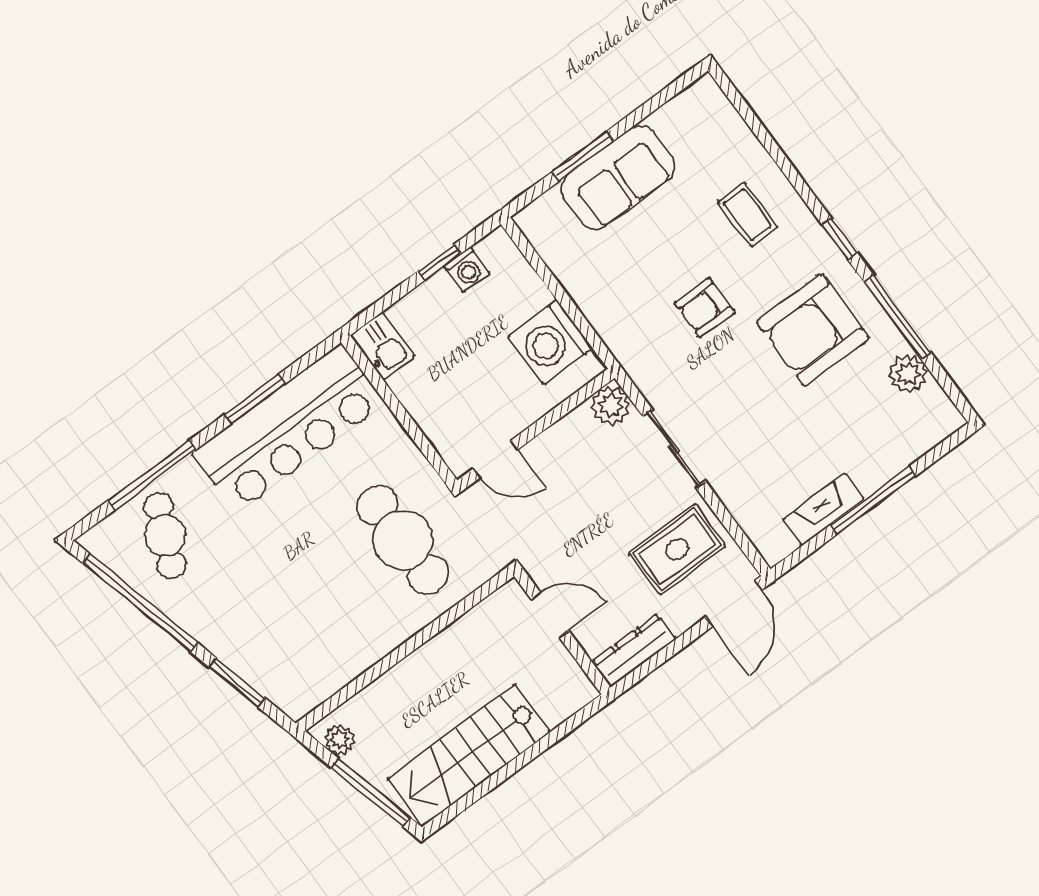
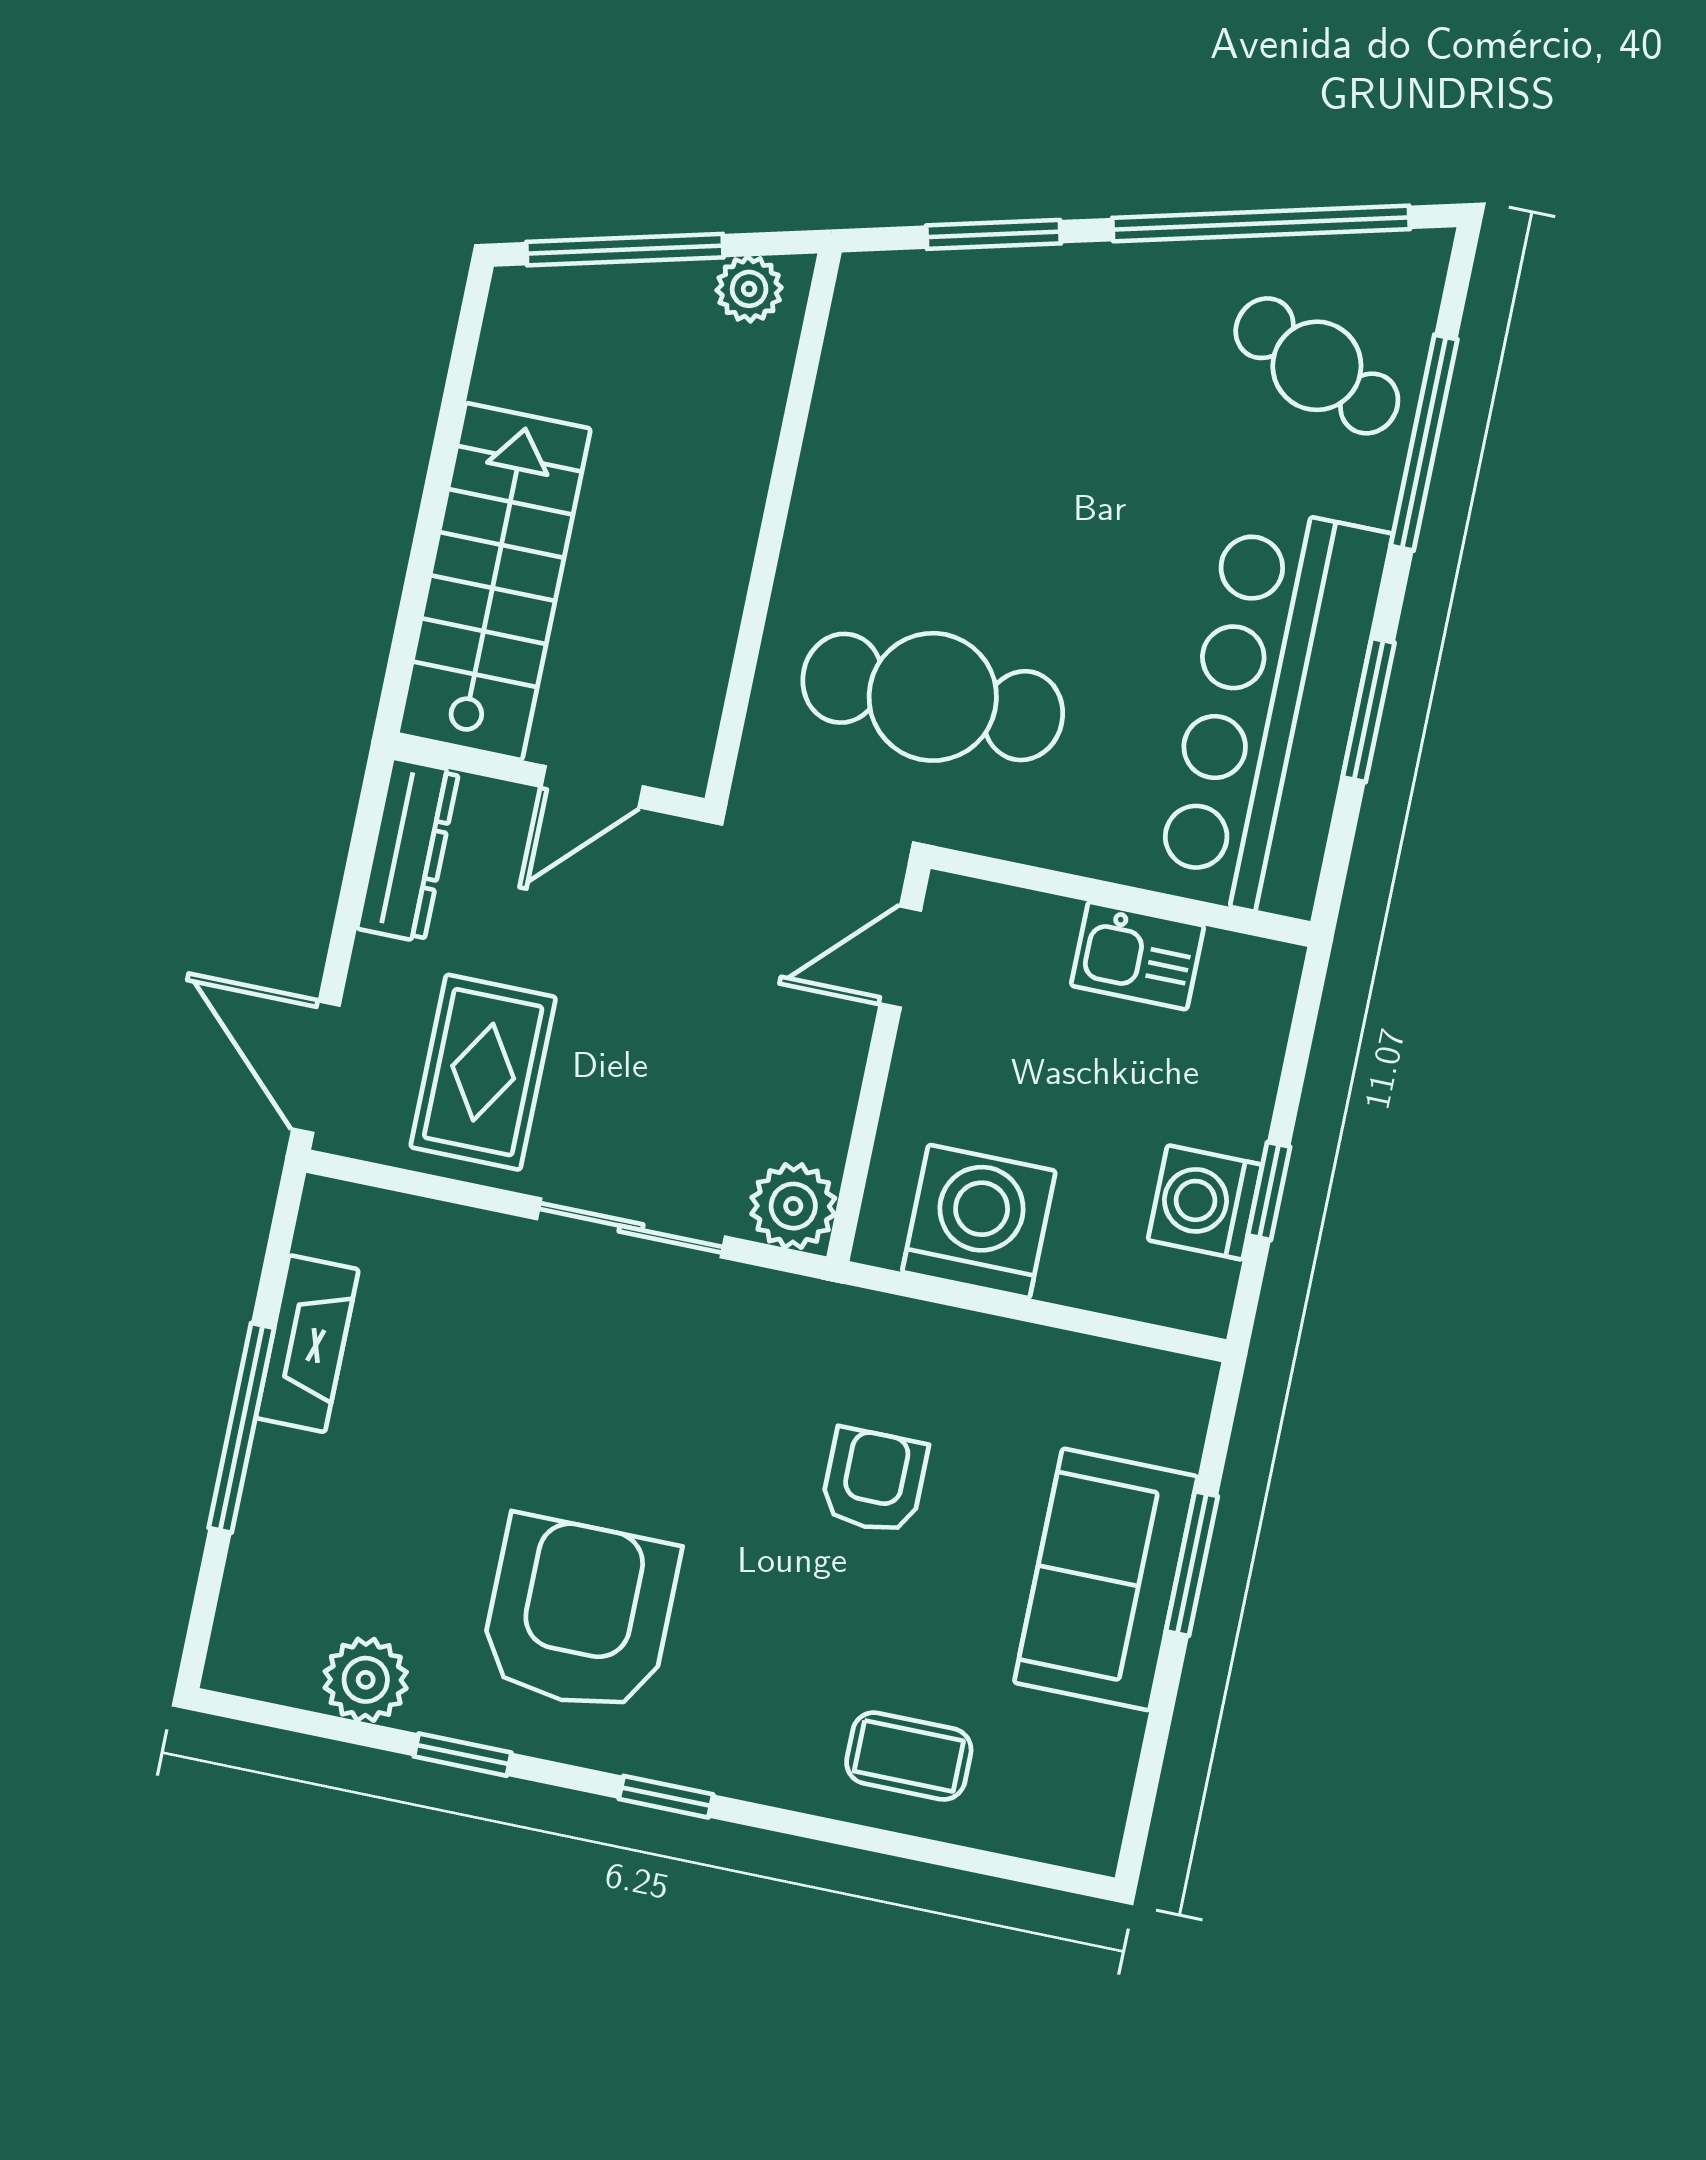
coffee table: (748, 215) -> (909, 1756), moved
washing machine: (467, 270) -> (1205, 1202), width x1.38, depth x1.38
armchair: (705, 308) -> (874, 1481), moved
window: (897, 317) -> (463, 1755), width x0.46
kitchen sink: (383, 346) -> (1138, 956), moved
stairs: (469, 755) -> (494, 581), moved

